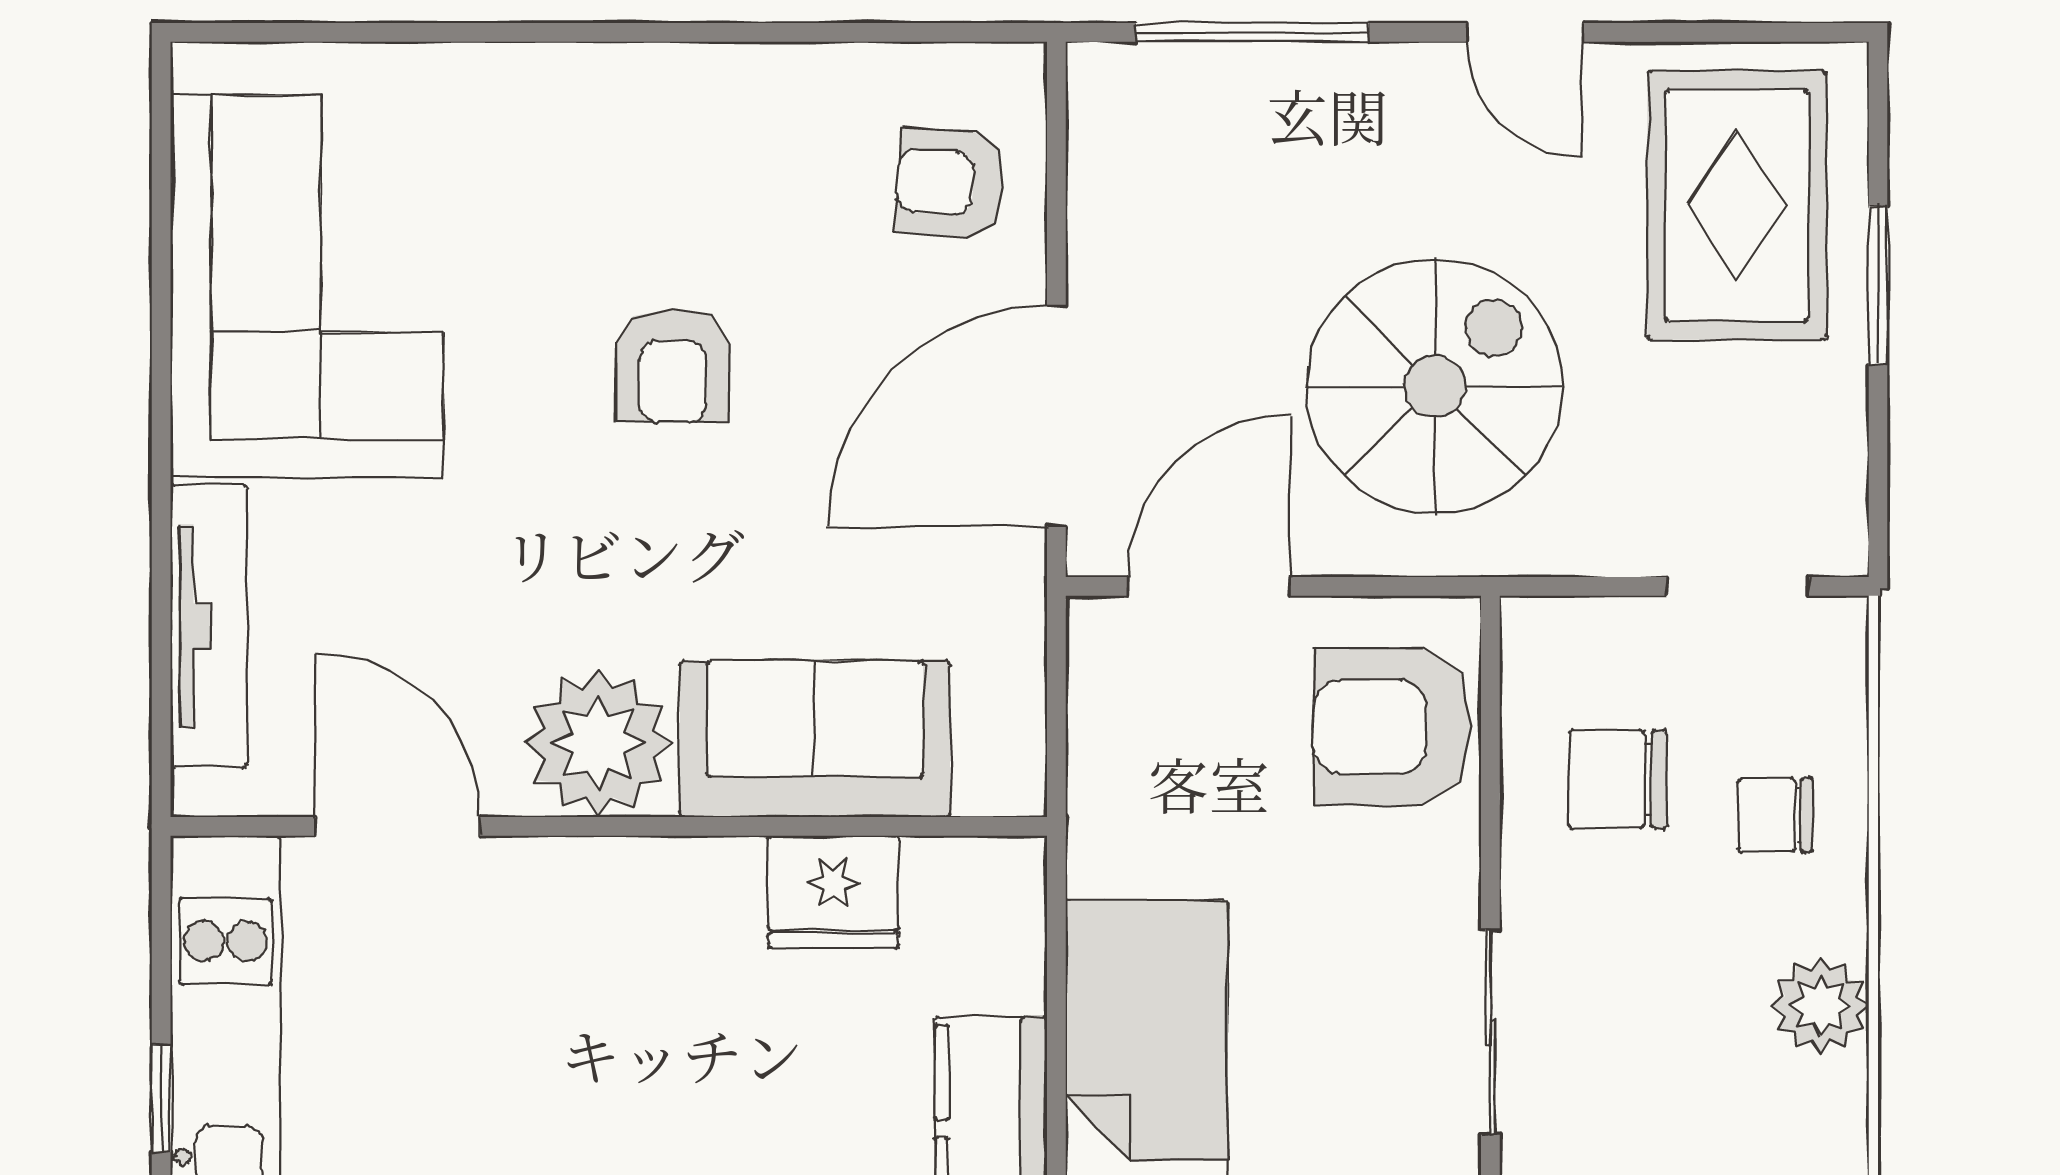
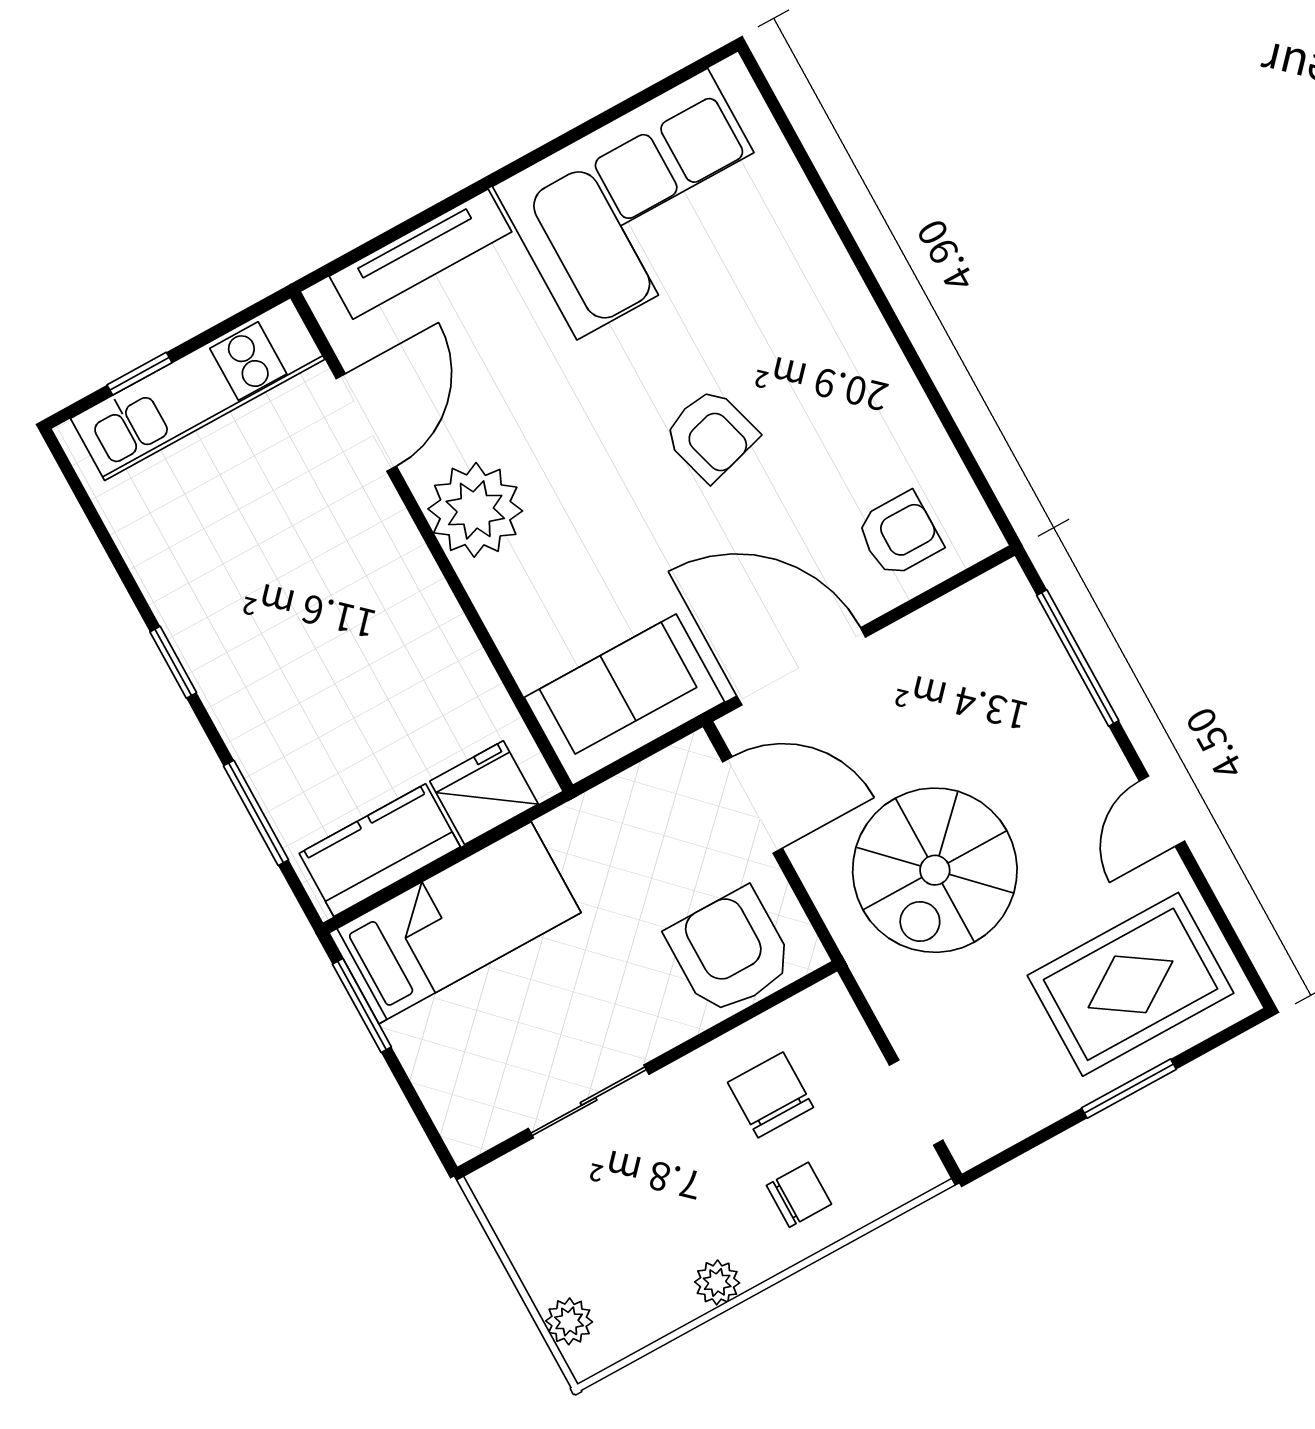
armchair: (950, 183) -> (899, 534), turned 86
armchair: (673, 366) -> (711, 435), turned -106
spiral stairs: (1435, 386) -> (935, 870), turned 90
sofa: (815, 739) -> (624, 700), moved, turned -90
chair: (1775, 815) -> (799, 1195), turned 90
fridge: (833, 892) -> (484, 793), moved, turned 90
plant: (1821, 1006) -> (717, 1282), width x0.73, depth x0.73

